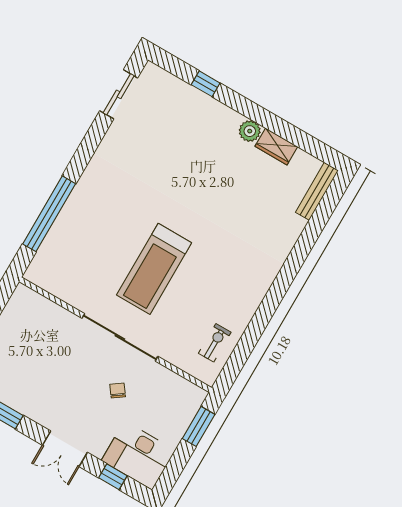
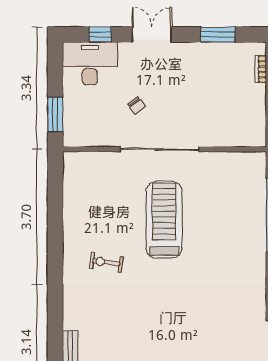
exercise bike: (215, 343) -> (106, 262), moved, turned 98

